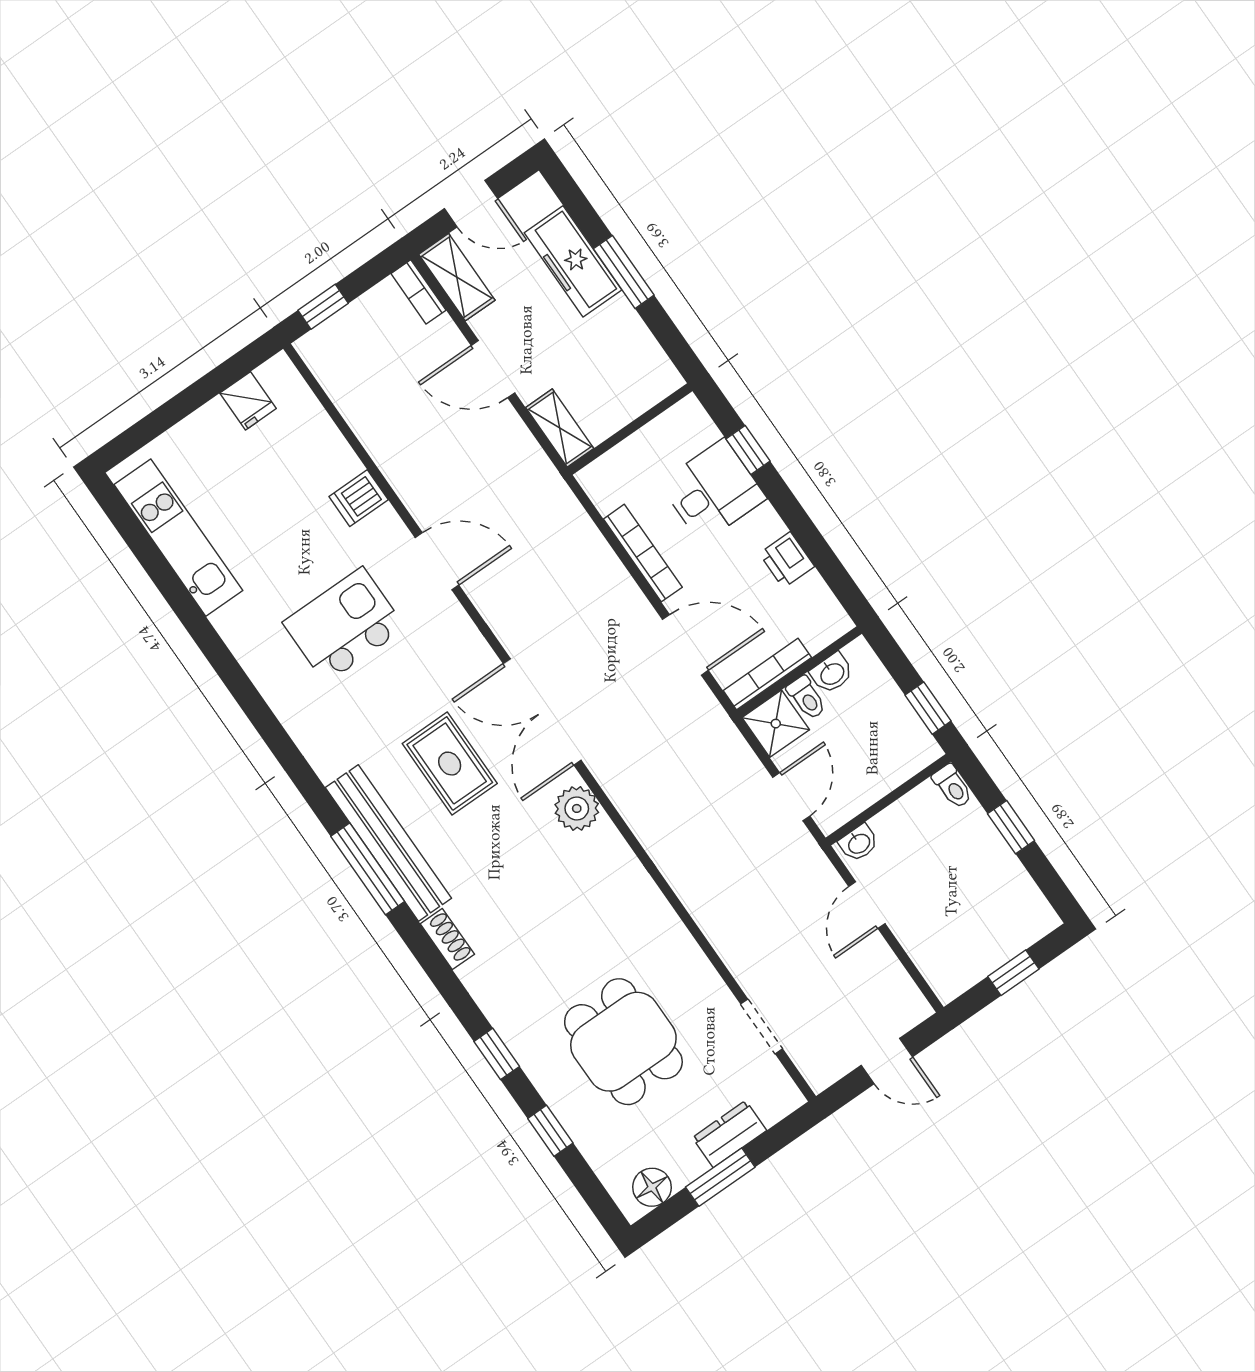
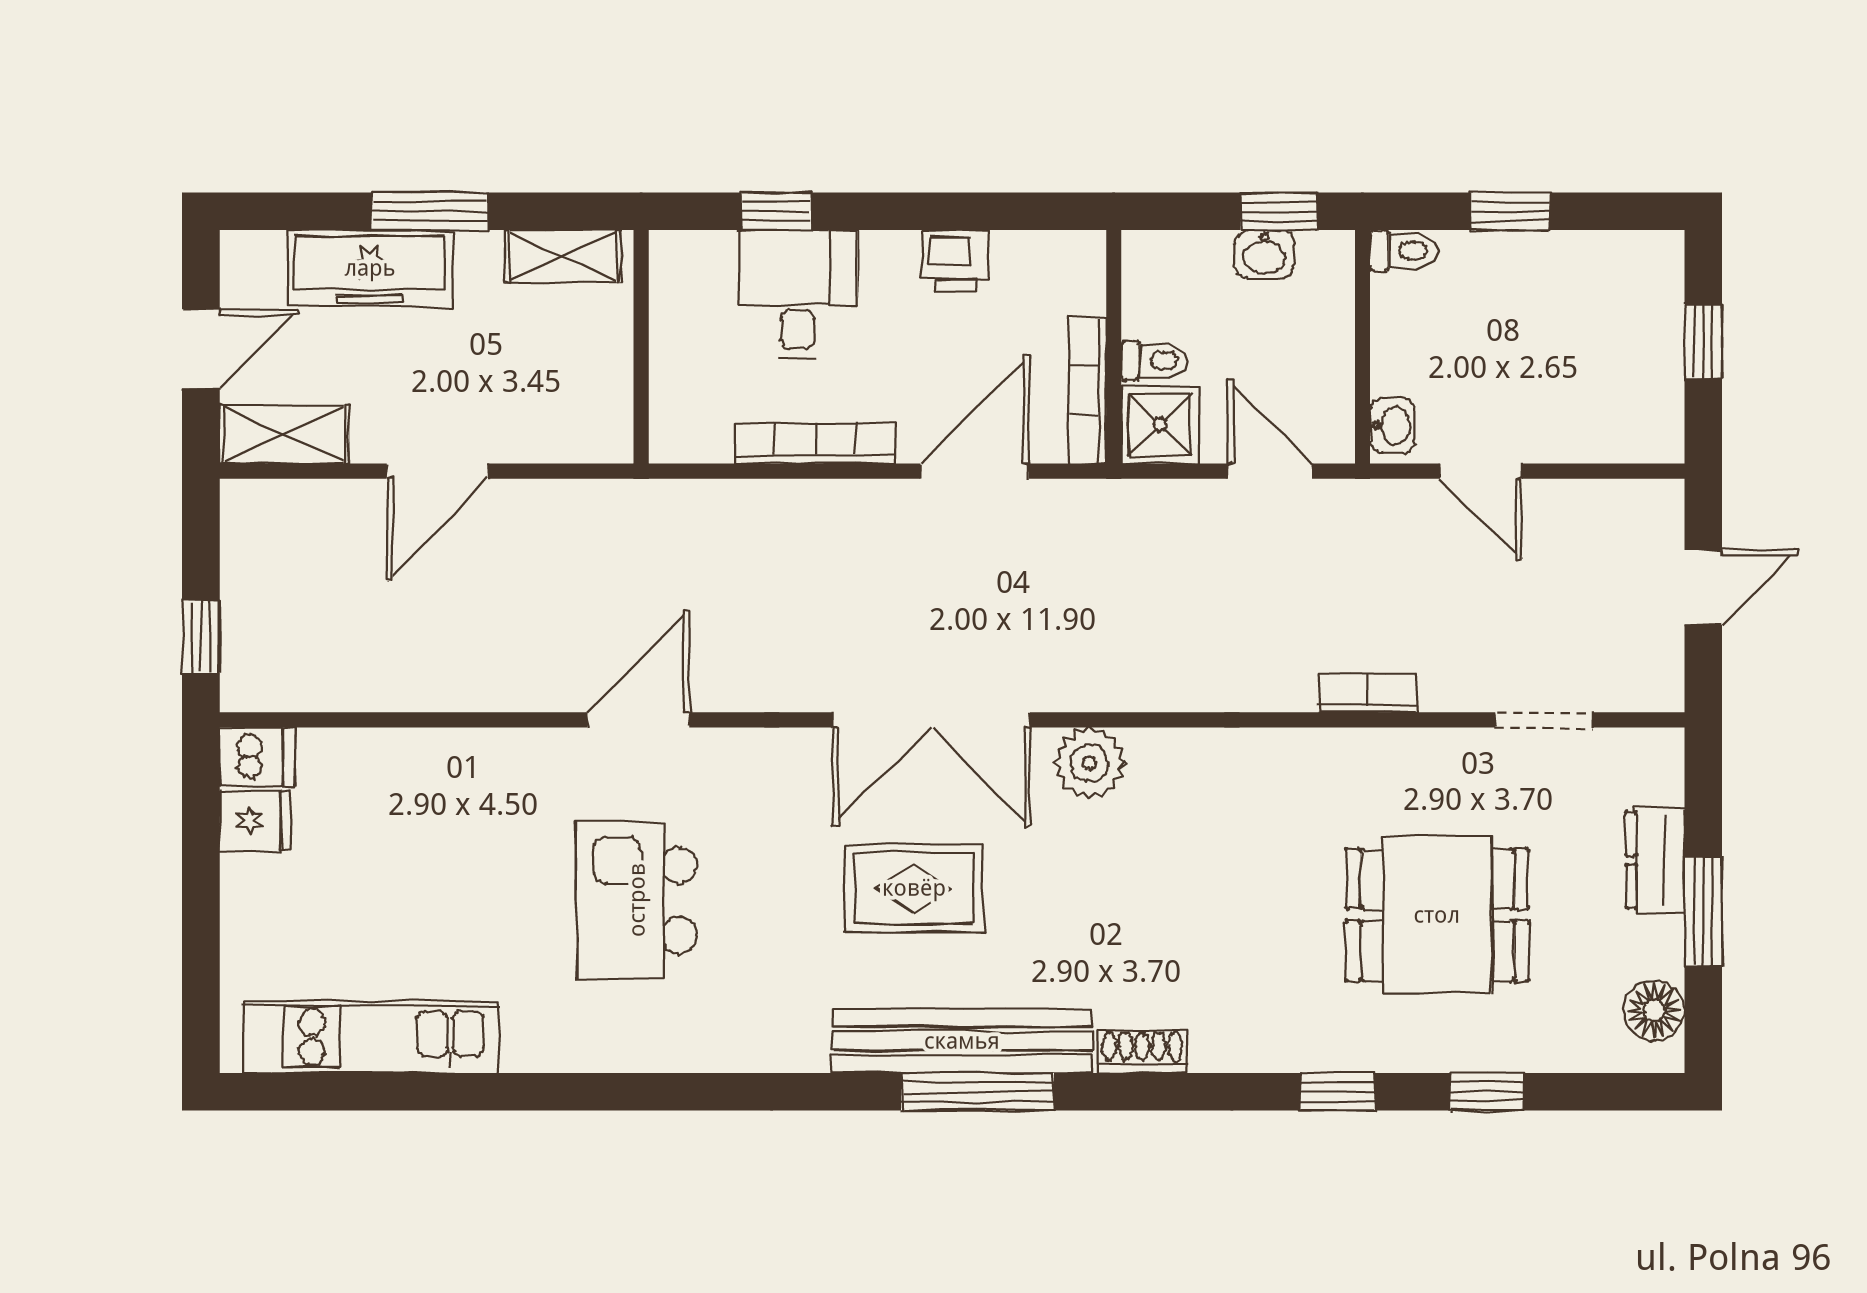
bookcase: (418, 292) -> (1367, 693), moved, turned 180
shelving: (560, 428) -> (563, 256), moved
dishwasher: (359, 498) -> (257, 757), moved, turned -90
washbasin: (832, 673) -> (1264, 254), moved, turned 90

